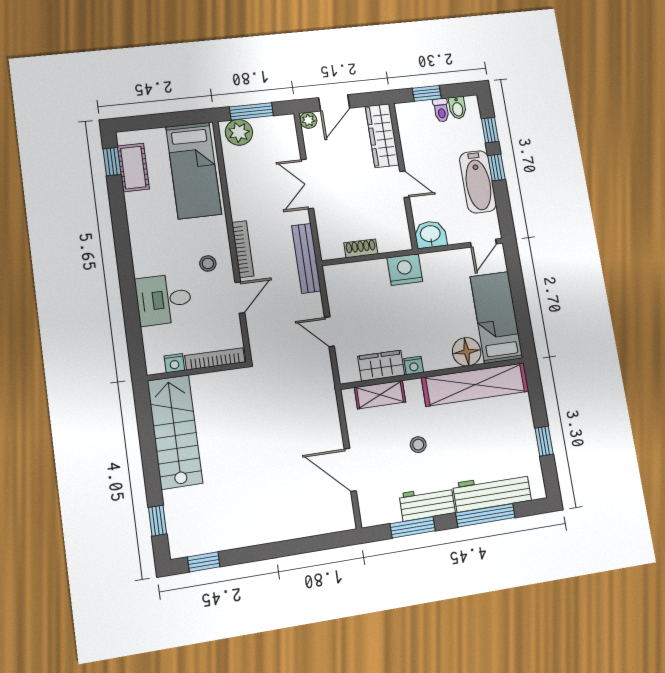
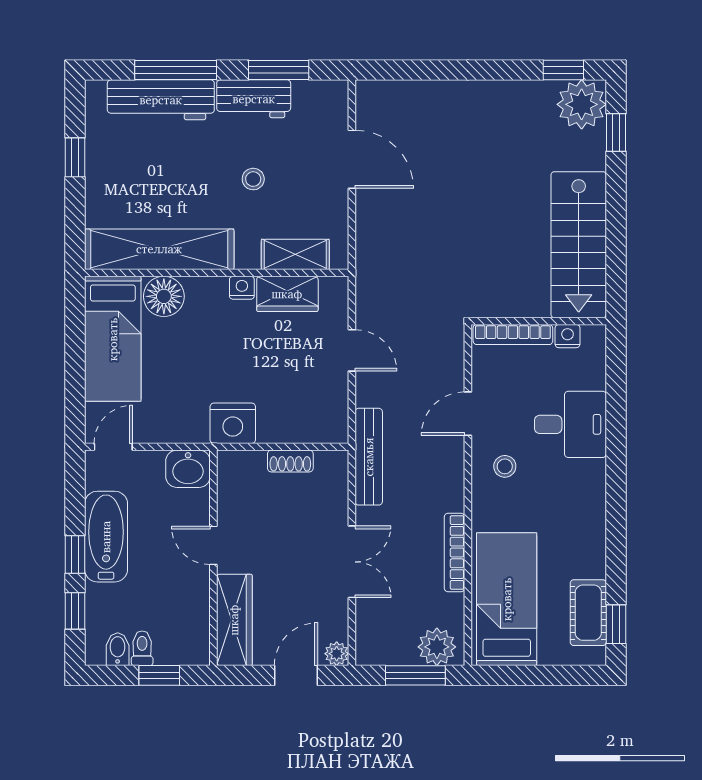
bookcase: (243, 249) -> (454, 552), moved
plant: (186, 538) -> (582, 104), added

